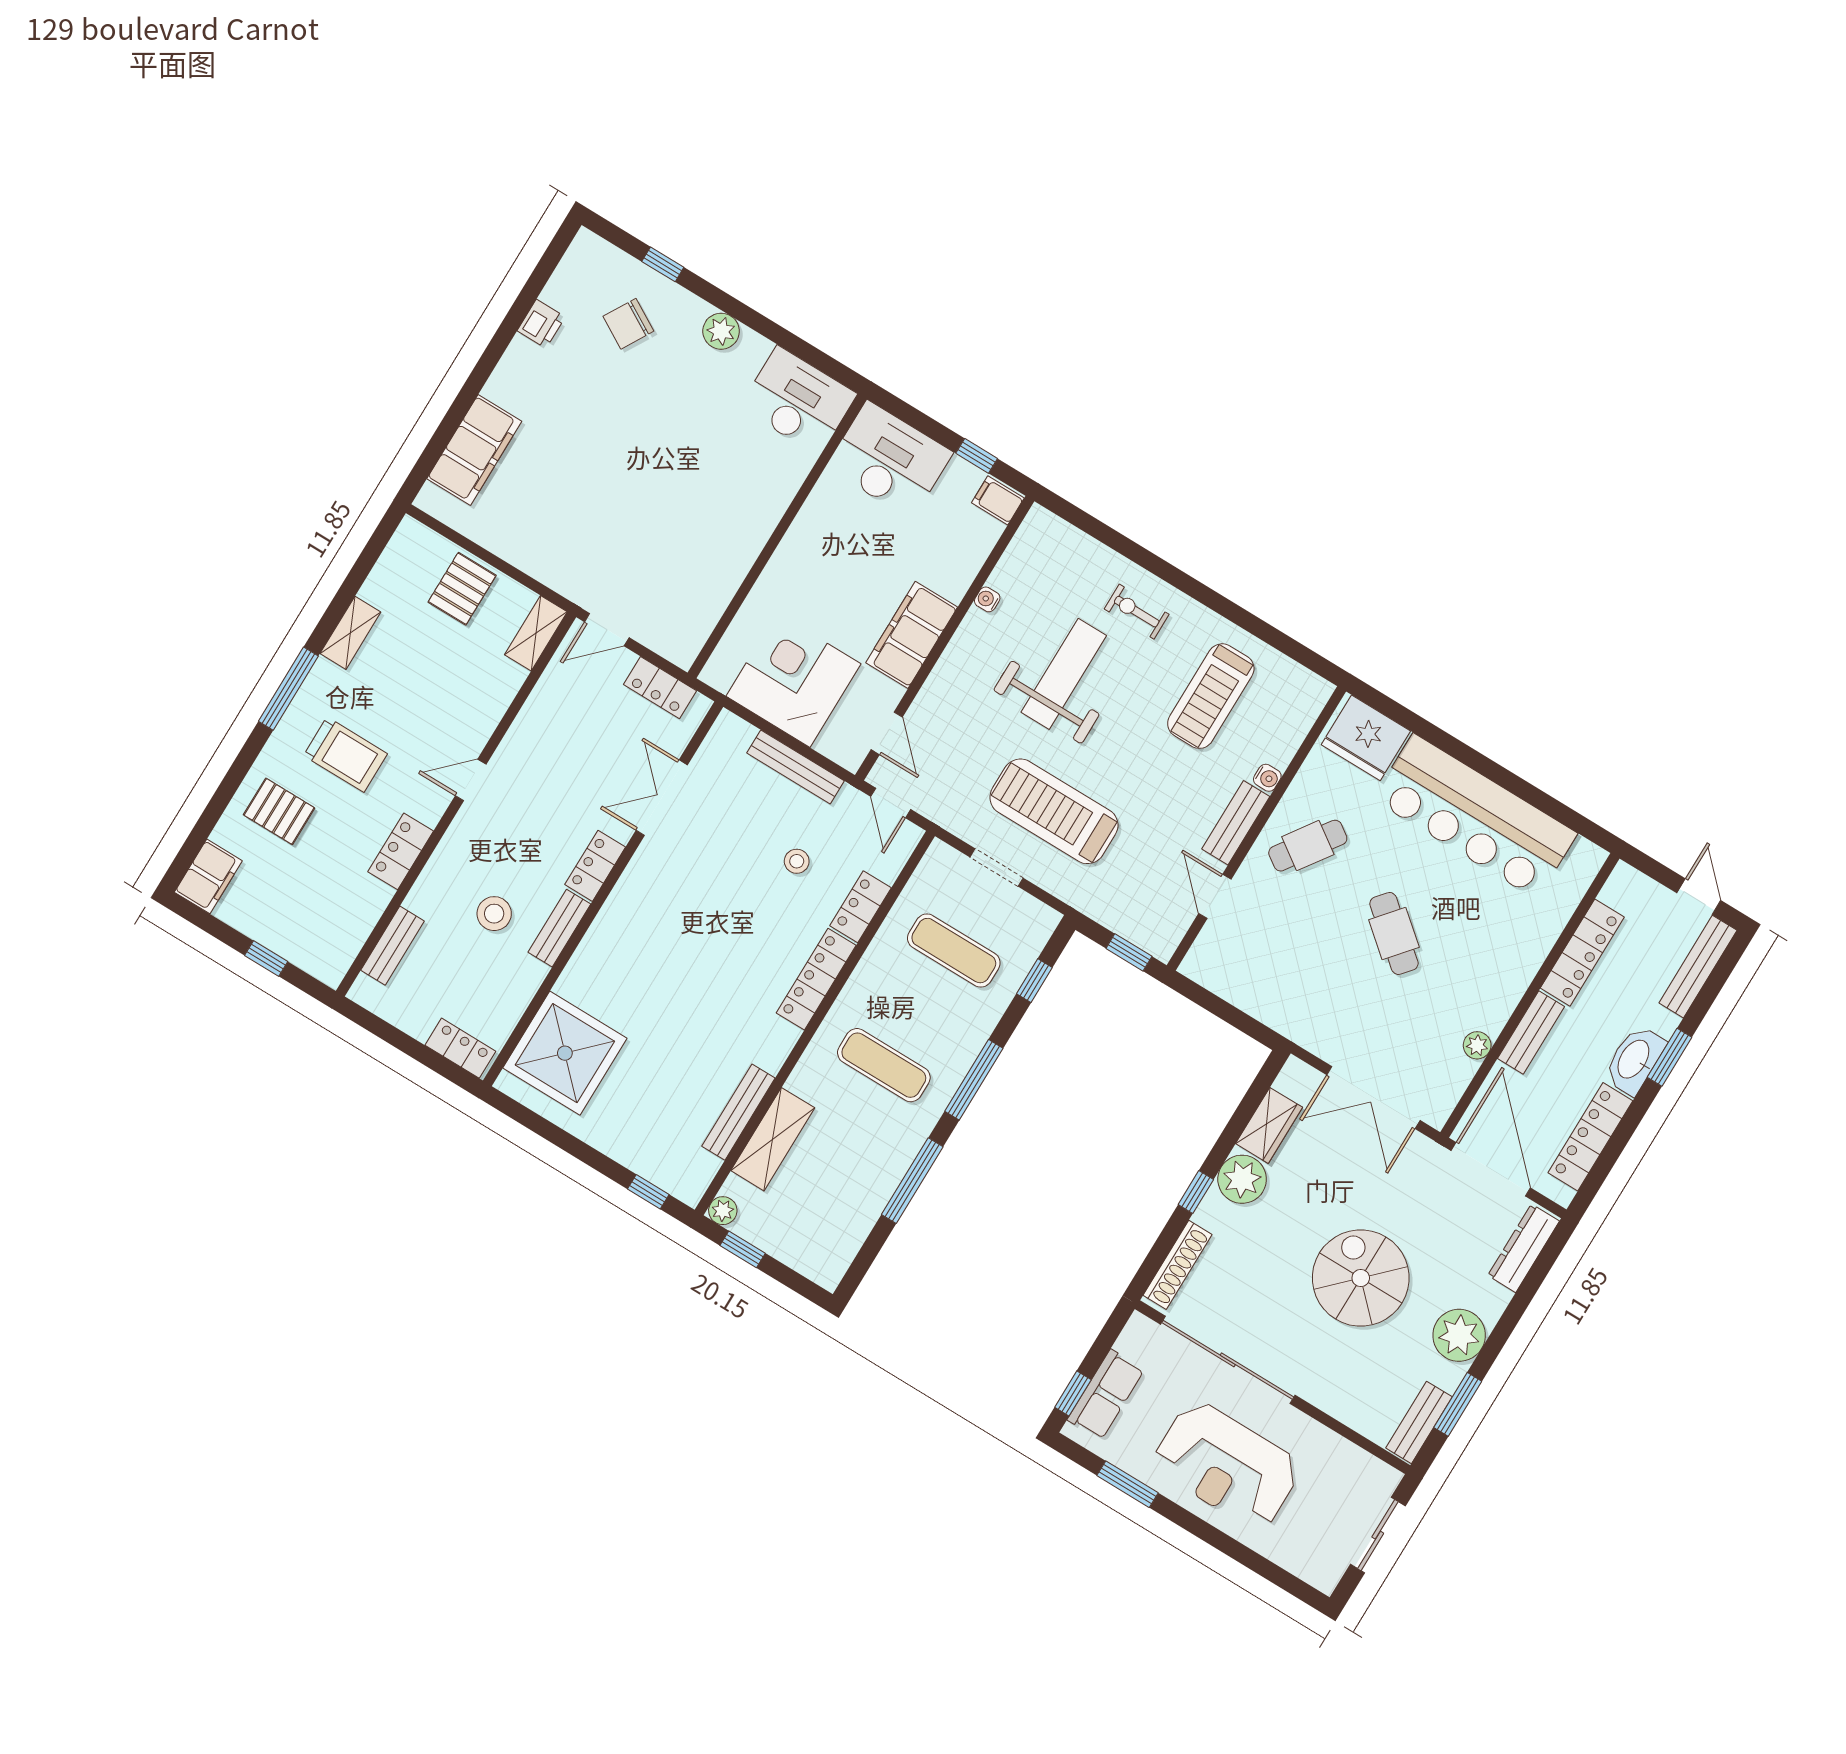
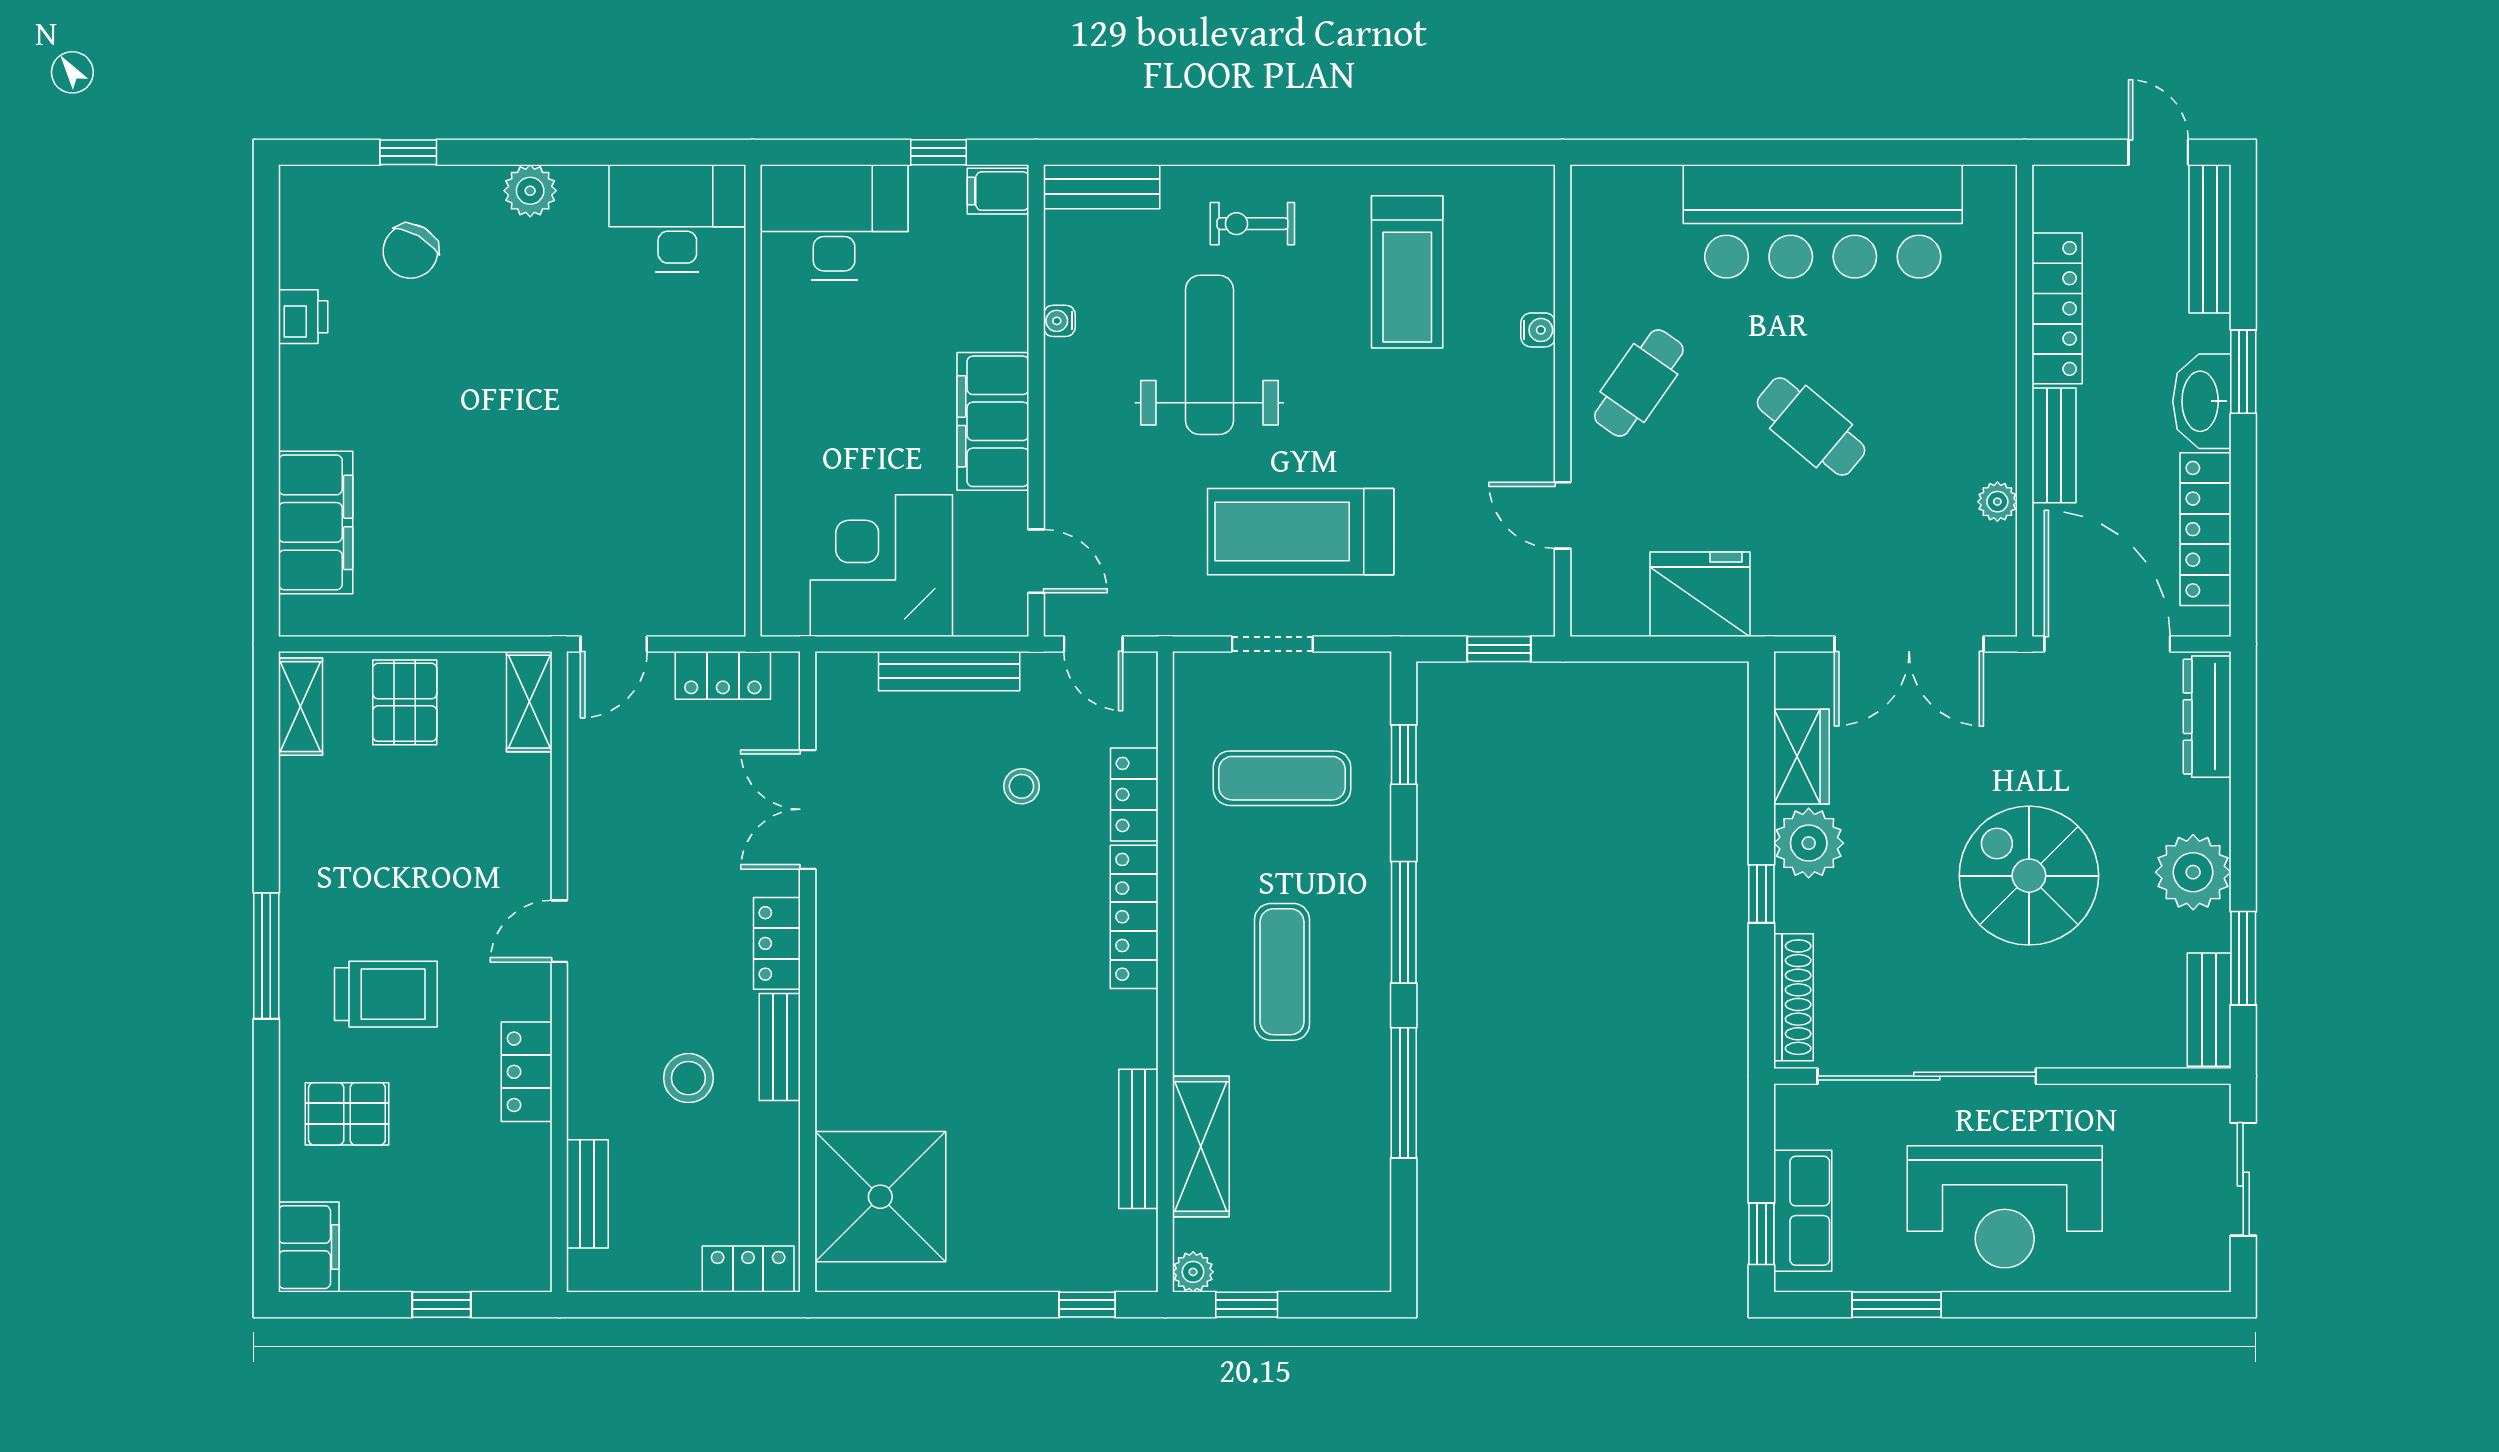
shelving: (350, 633) -> (301, 707), moved
fridge: (1366, 738) -> (1700, 594), moved, turned 180
bench: (1236, 823) -> (1102, 187), moved, turned 90
exercise mat: (884, 1065) -> (1282, 972), turned 90

